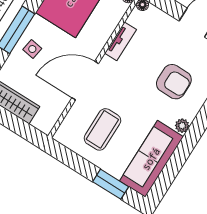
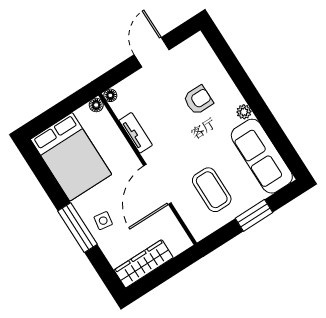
armchair: (174, 82) -> (198, 100), width x0.72, depth x0.72
window: (111, 184) -> (254, 215), moved

